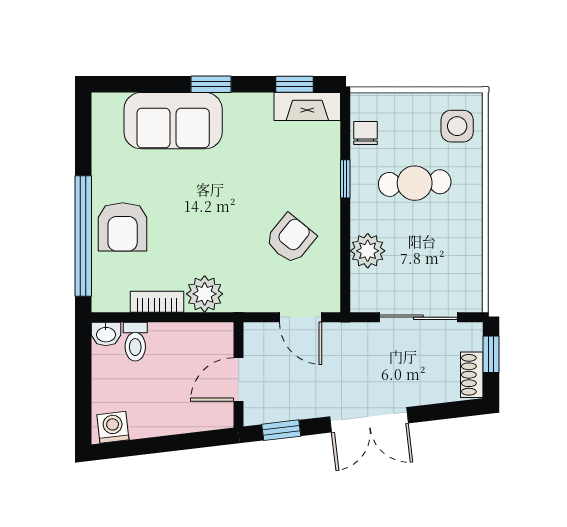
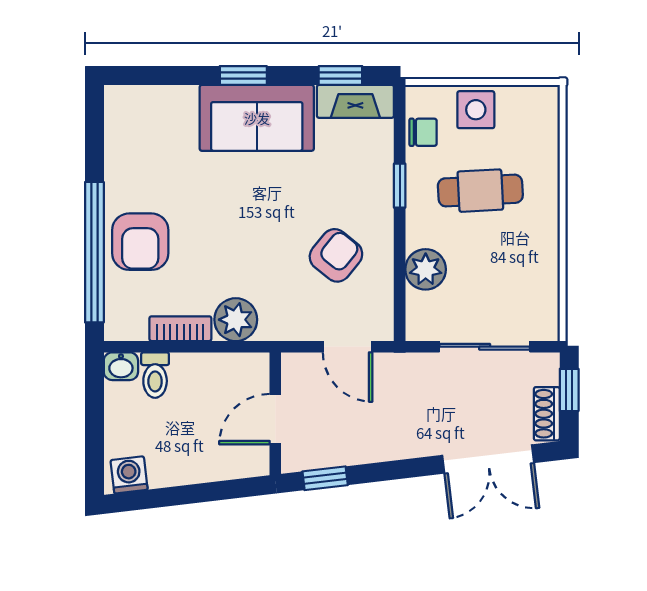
sofa: (173, 121) -> (257, 118), moved
side table: (457, 126) -> (476, 110), moved
chair: (365, 133) -> (423, 132), turned 90
double door: (369, 420) -> (488, 459), moved

